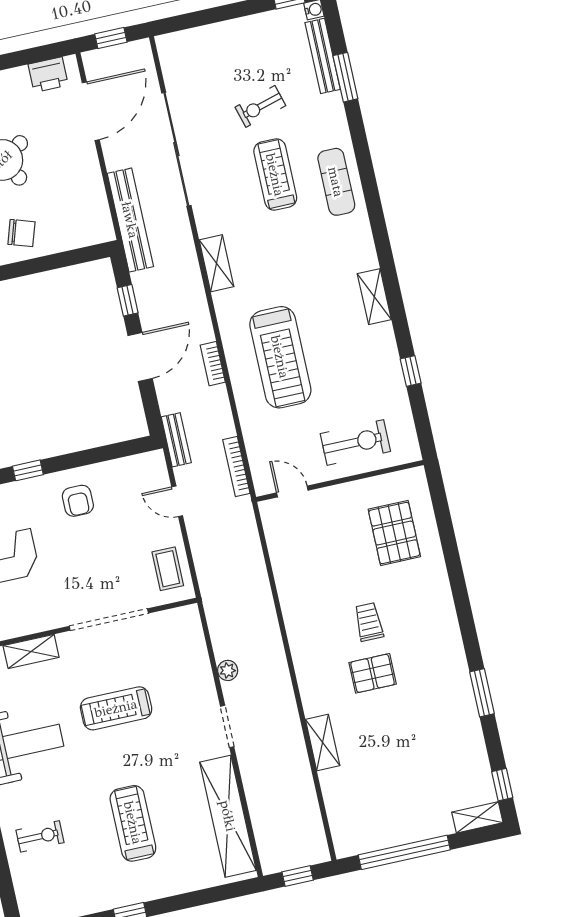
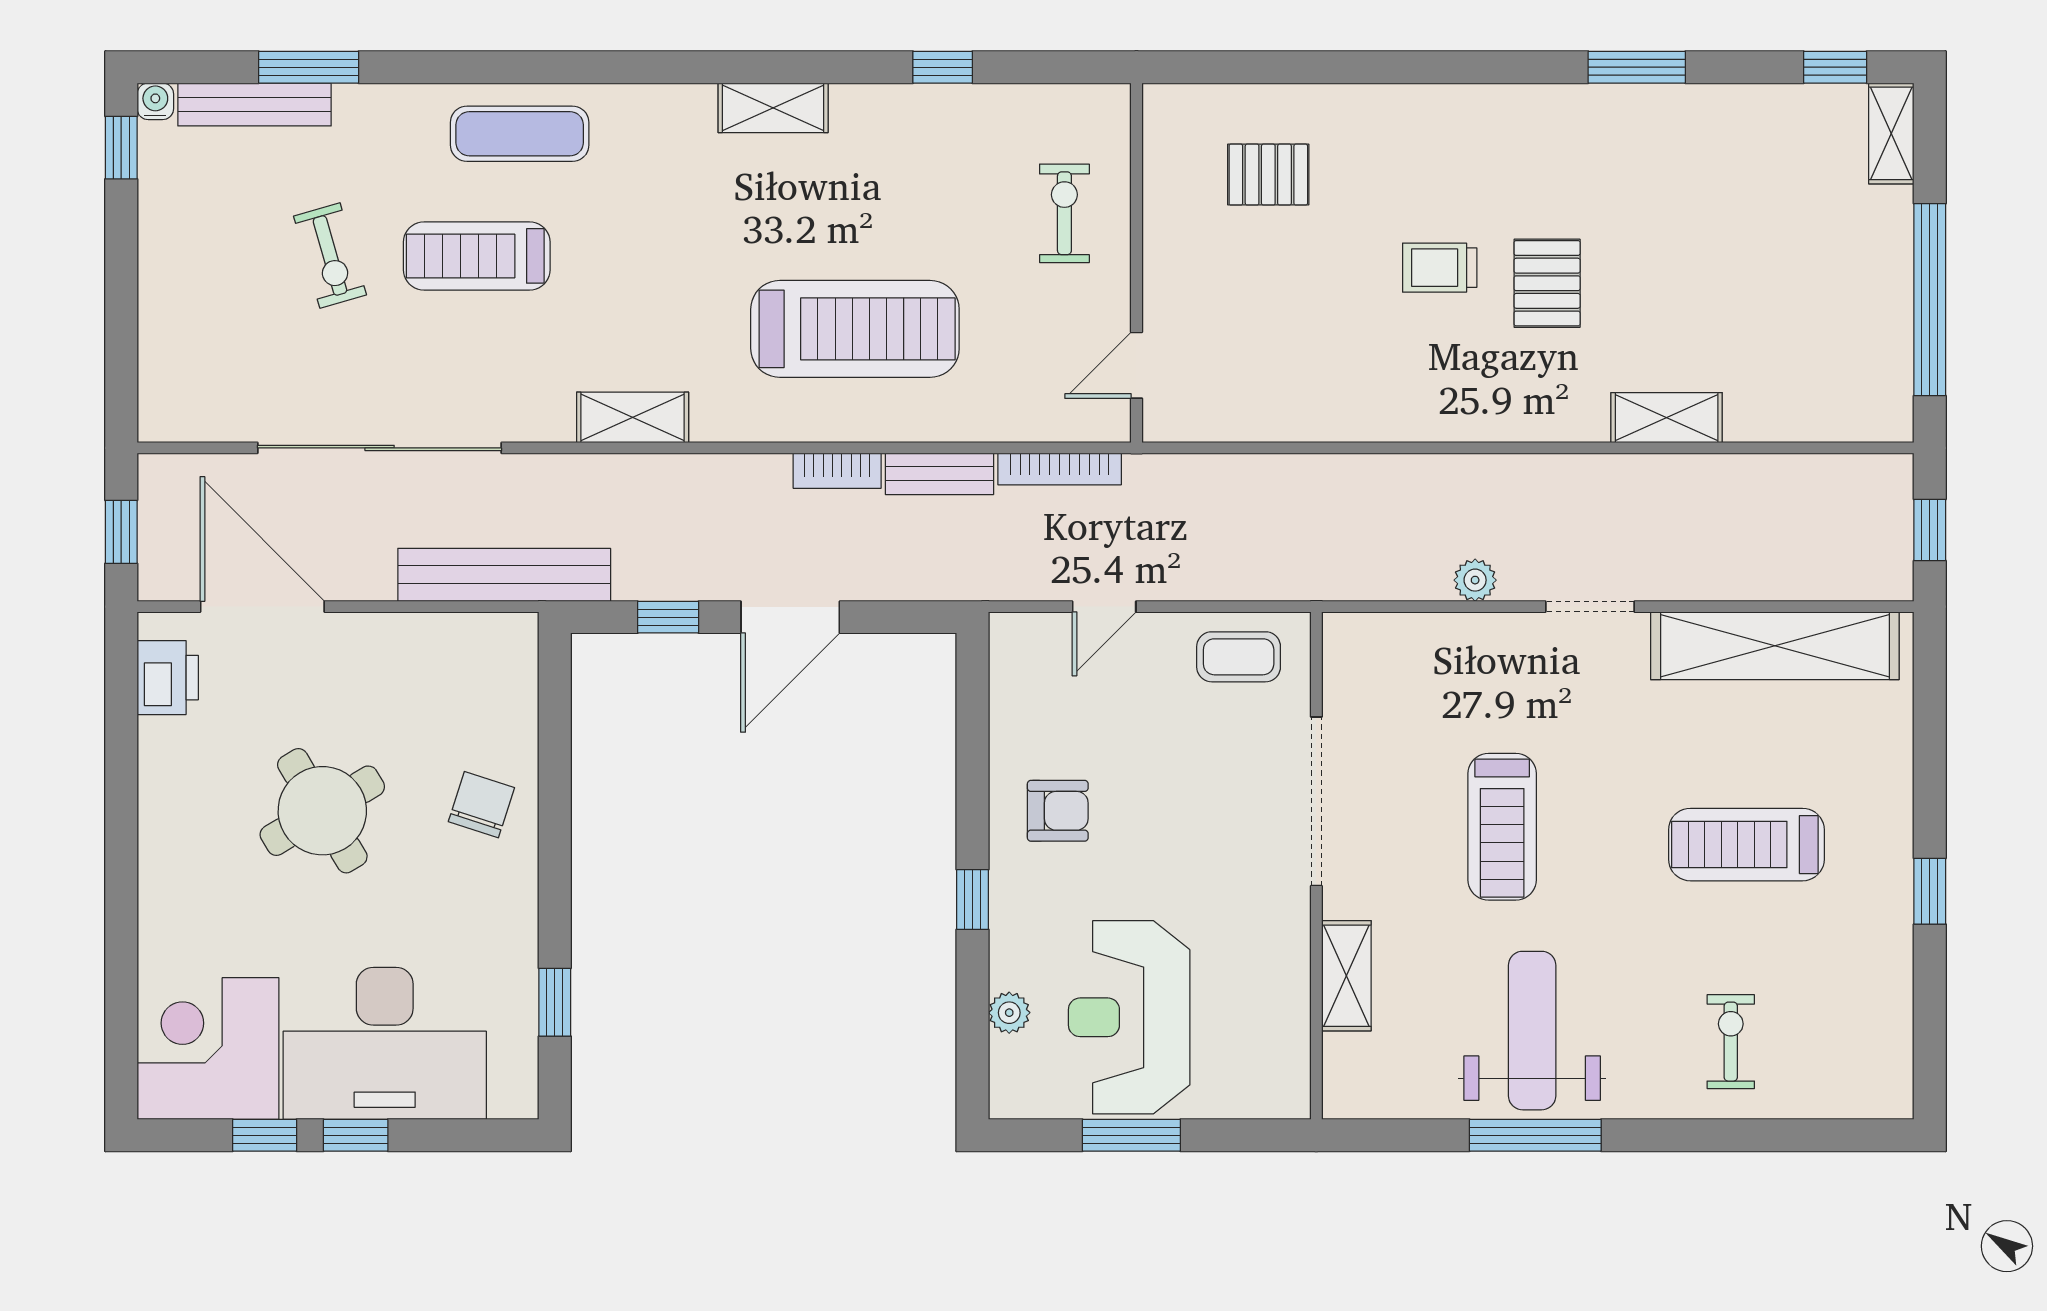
door: (140, 357) -> (790, 617), swing flipped
bench: (176, 440) -> (939, 474), moved
exercise bike: (355, 442) -> (1064, 213), width x0.73, depth x0.72
pallet: (394, 533) -> (1268, 175), width x0.67, depth x0.71

